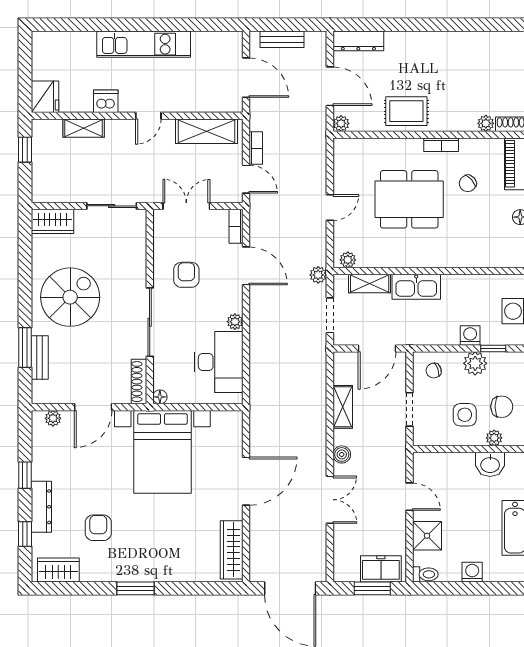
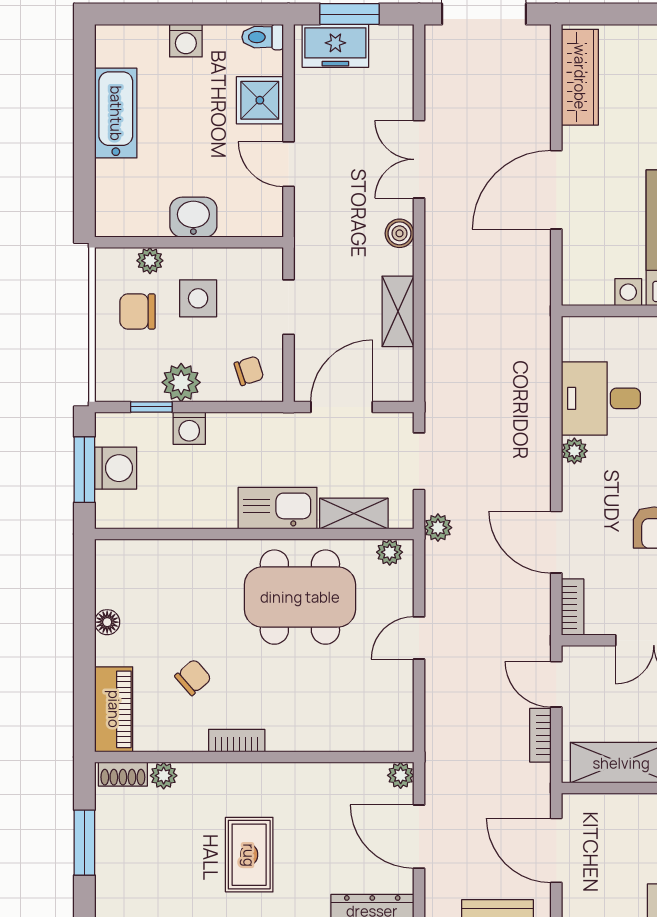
rug: (406, 111) -> (249, 855), moved, turned 90
dining table: (409, 199) -> (300, 597), moved
desk: (219, 362) -> (601, 398), width x0.73
washbasin: (490, 464) -> (193, 217), moved

